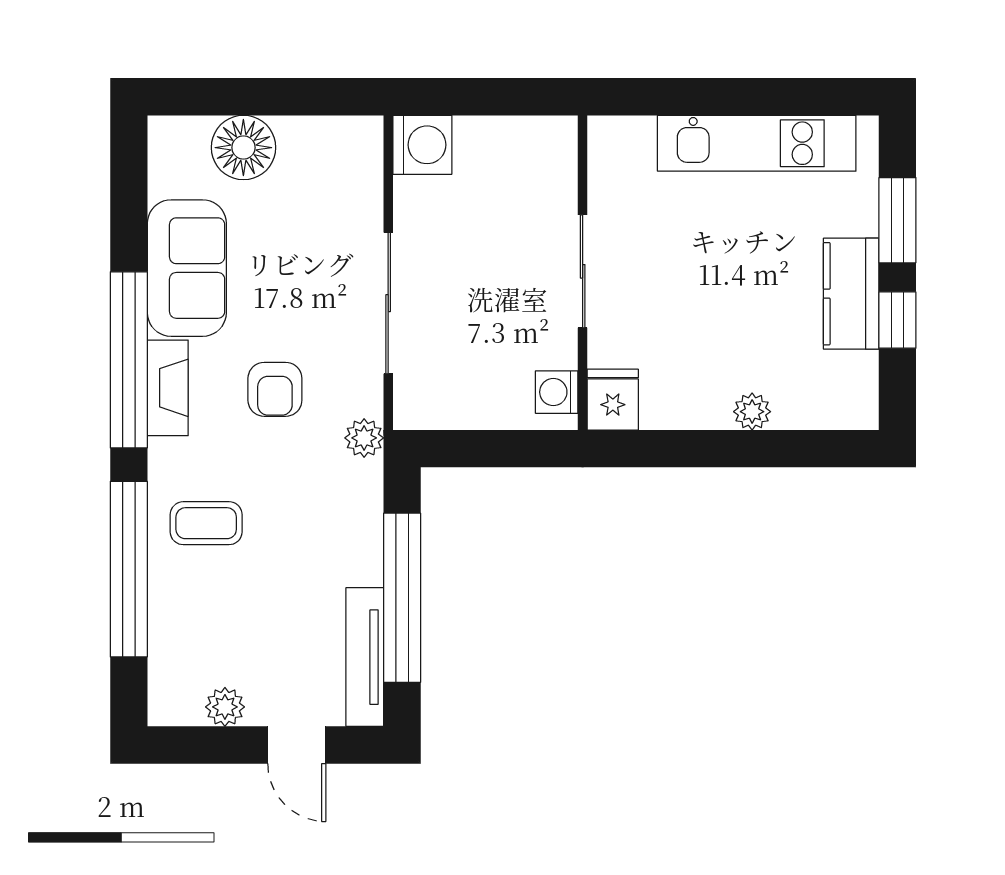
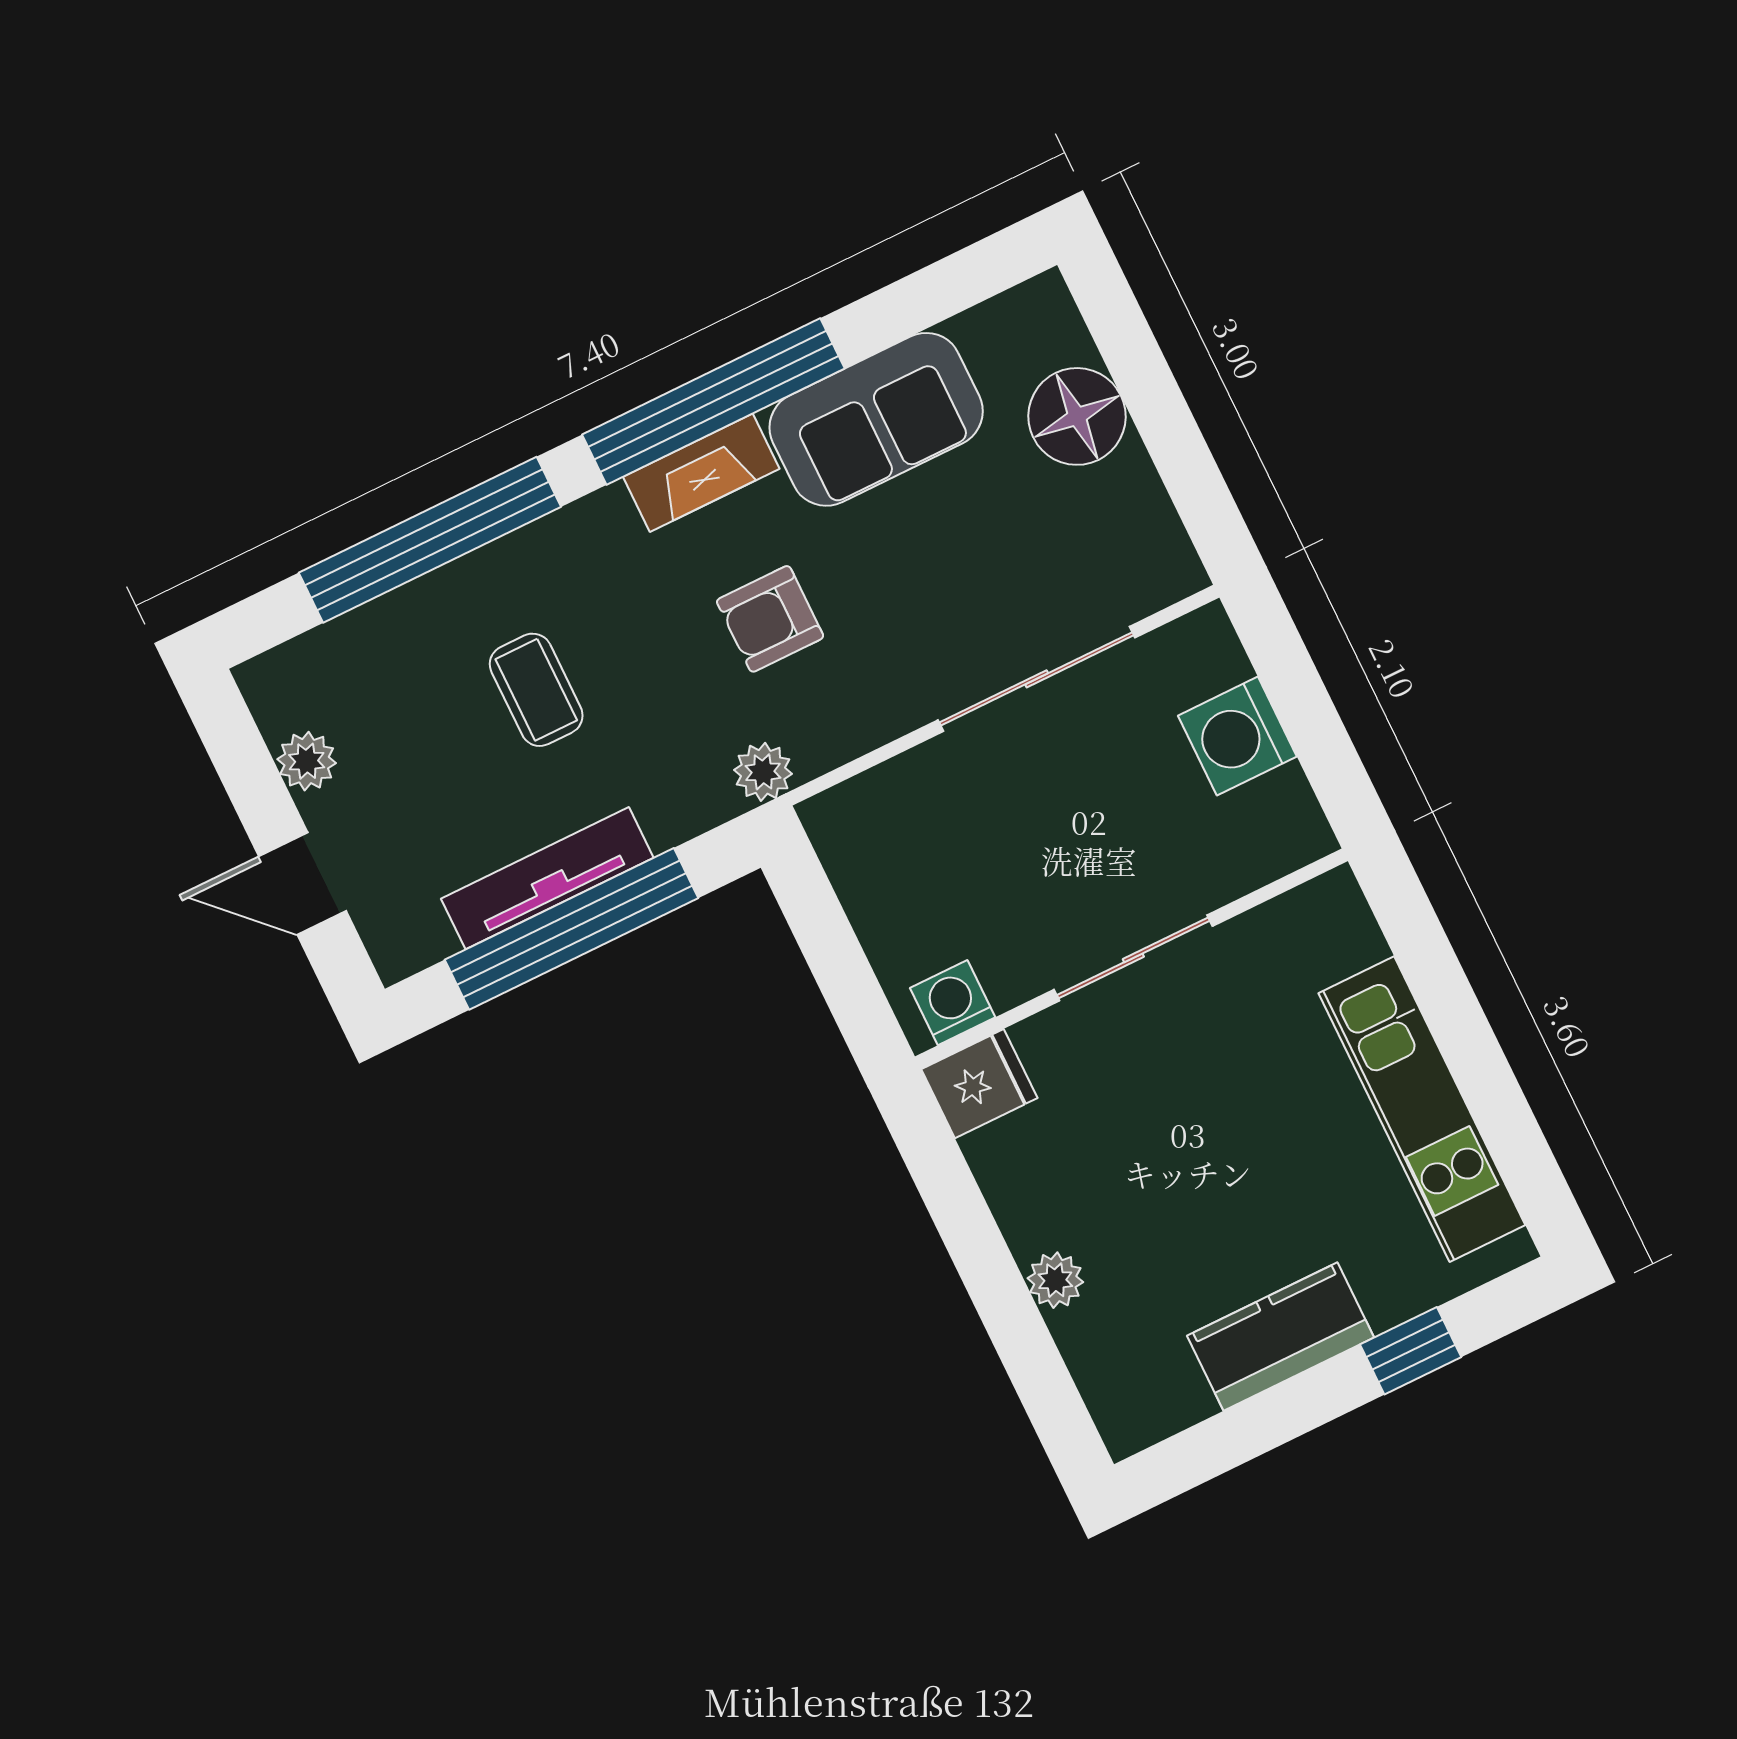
washing machine: (422, 145) -> (1237, 736), moved, turned 90
window: (897, 220) -> (1411, 1351), width x0.67
sliding door: (388, 303) -> (1037, 679), moved
window: (897, 320) -> (1275, 1417), removed
coffee table: (206, 523) -> (536, 690), moved
tv unit: (365, 657) -> (547, 878), moved
door: (297, 745) -> (302, 884), hinge flipped

